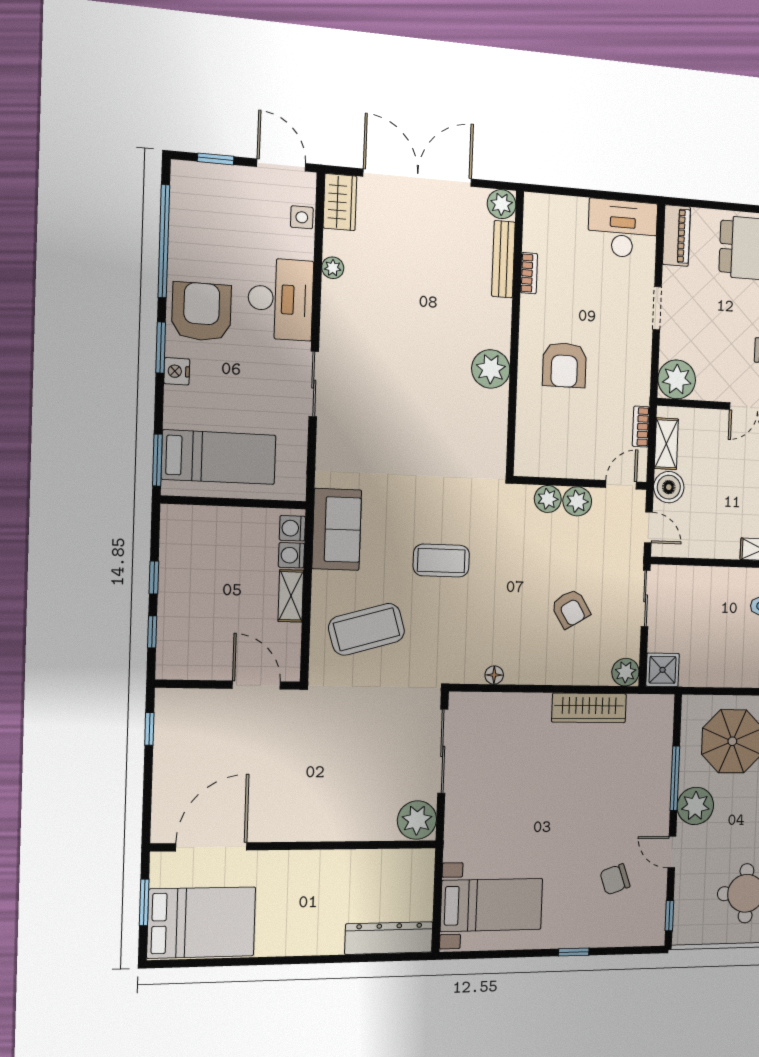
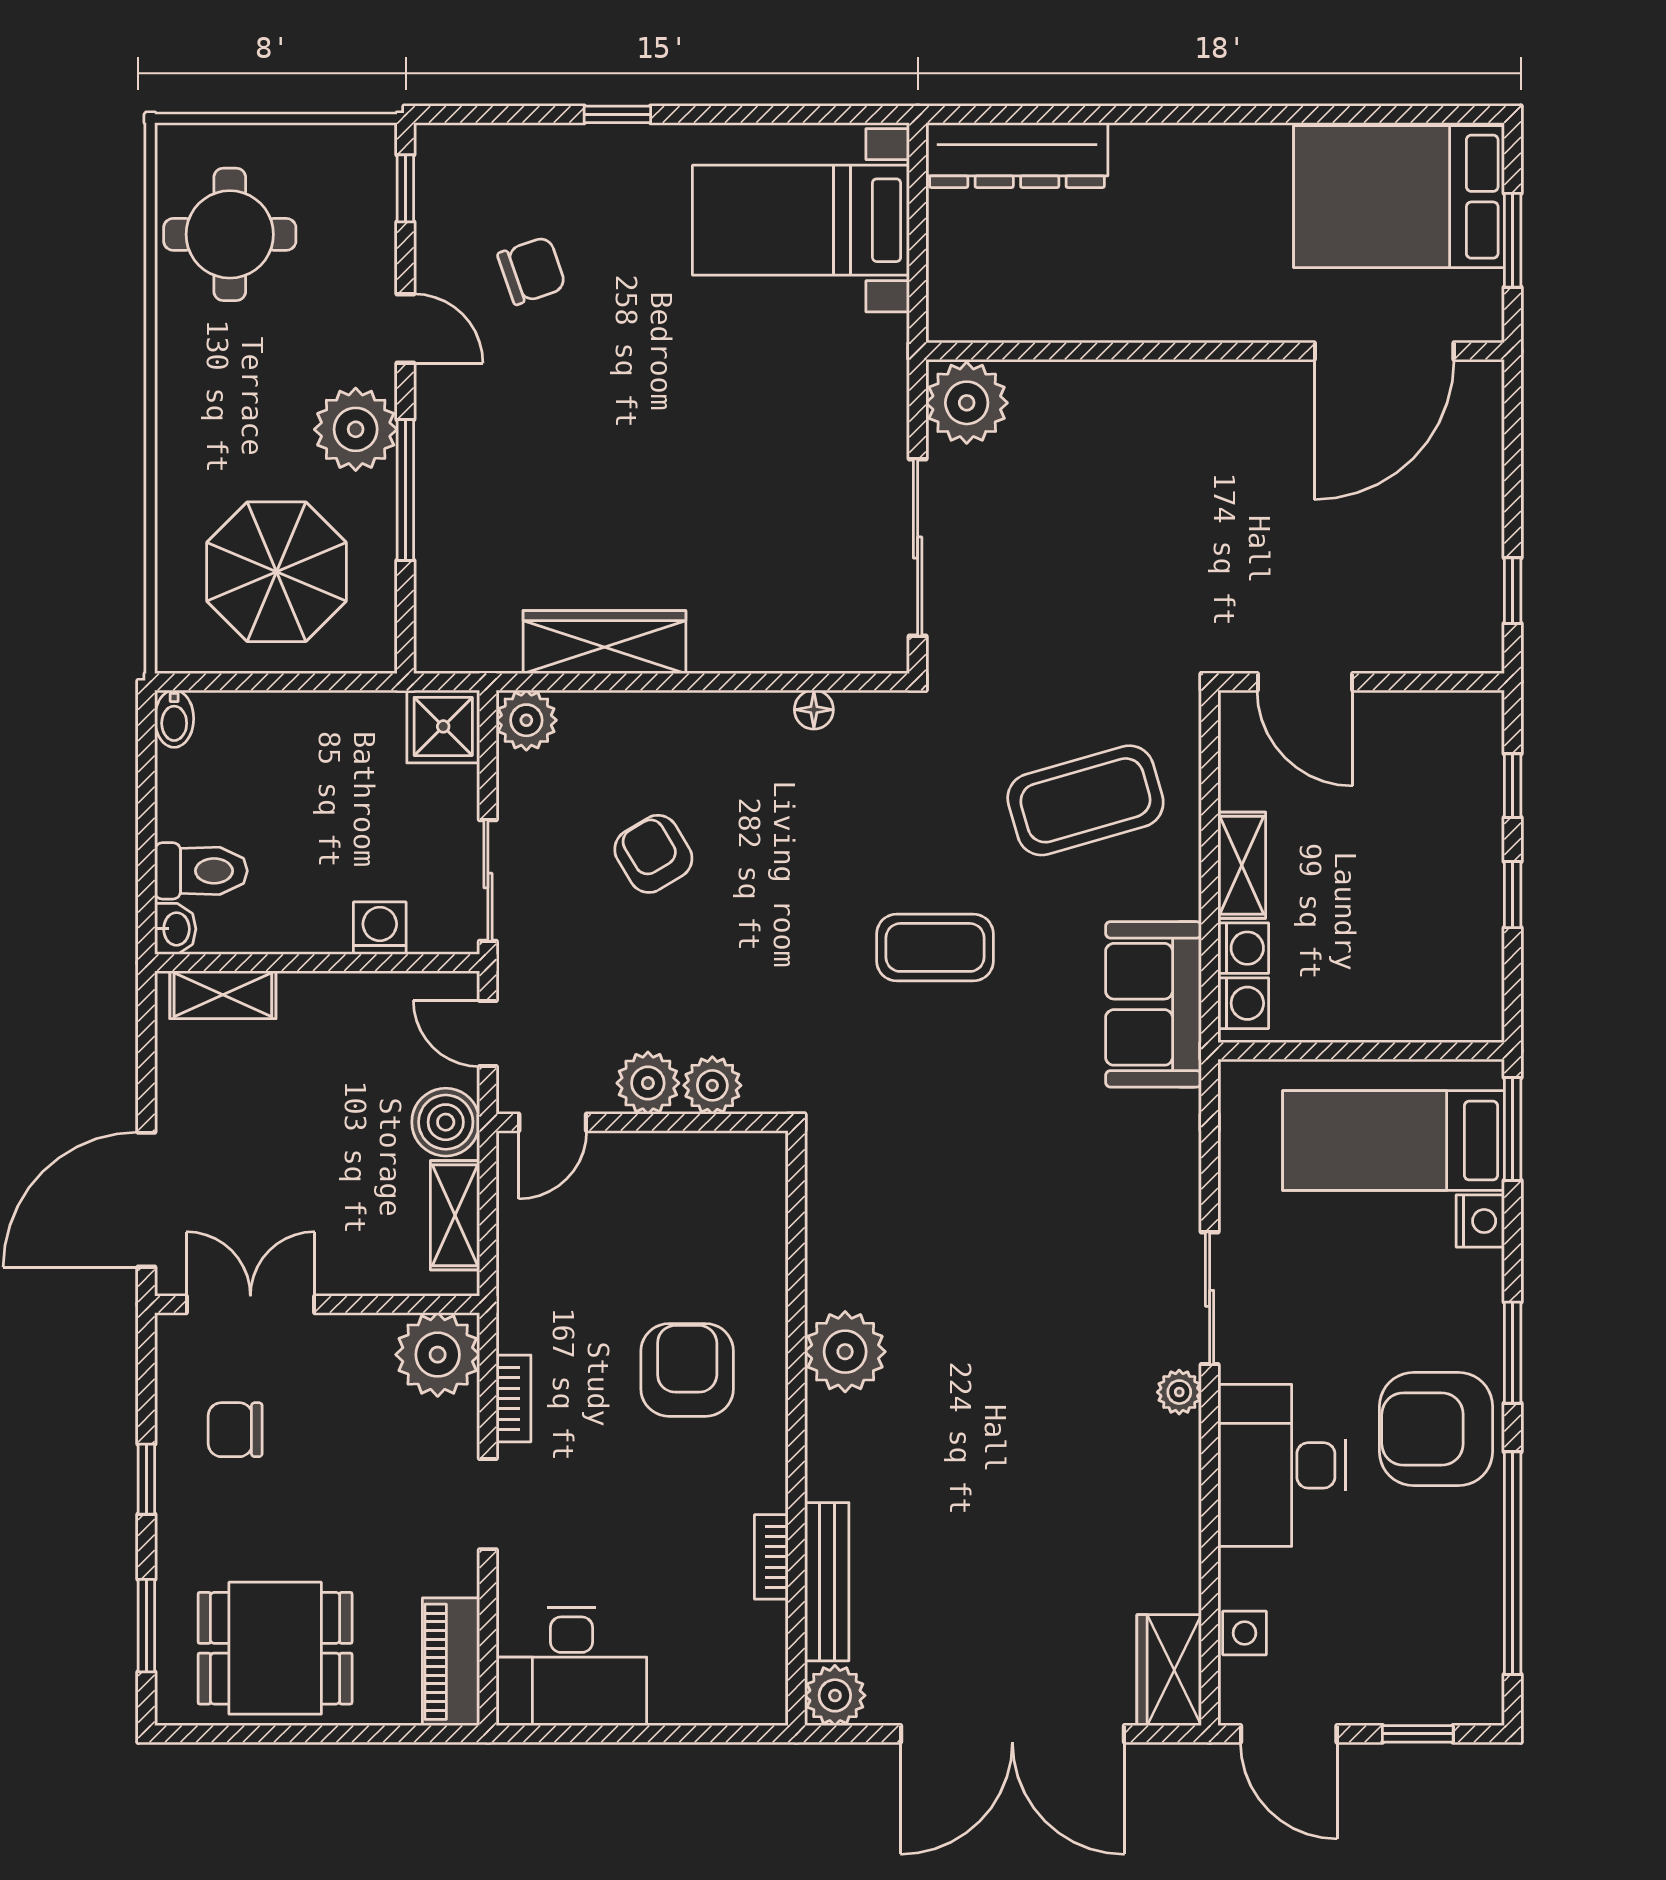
plant: (333, 268) -> (1179, 1392), moved
armchair: (201, 312) -> (1436, 1429), turned 90
nightstand: (177, 371) -> (1480, 1221), moved
bookcase: (641, 427) -> (514, 1398), moved
washing machine: (694, 578) -> (380, 928), added

